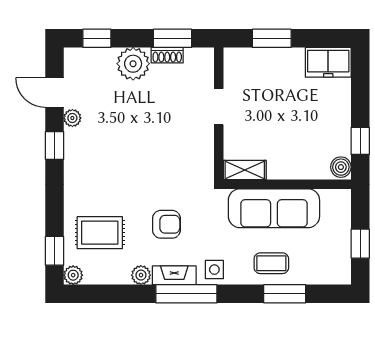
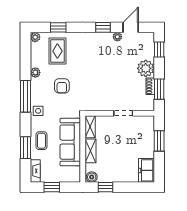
shelving: (291, 169) -> (91, 151), added
window: (55, 251) -> (58, 27), moved
fireplace: (174, 275) -> (35, 171), moved

